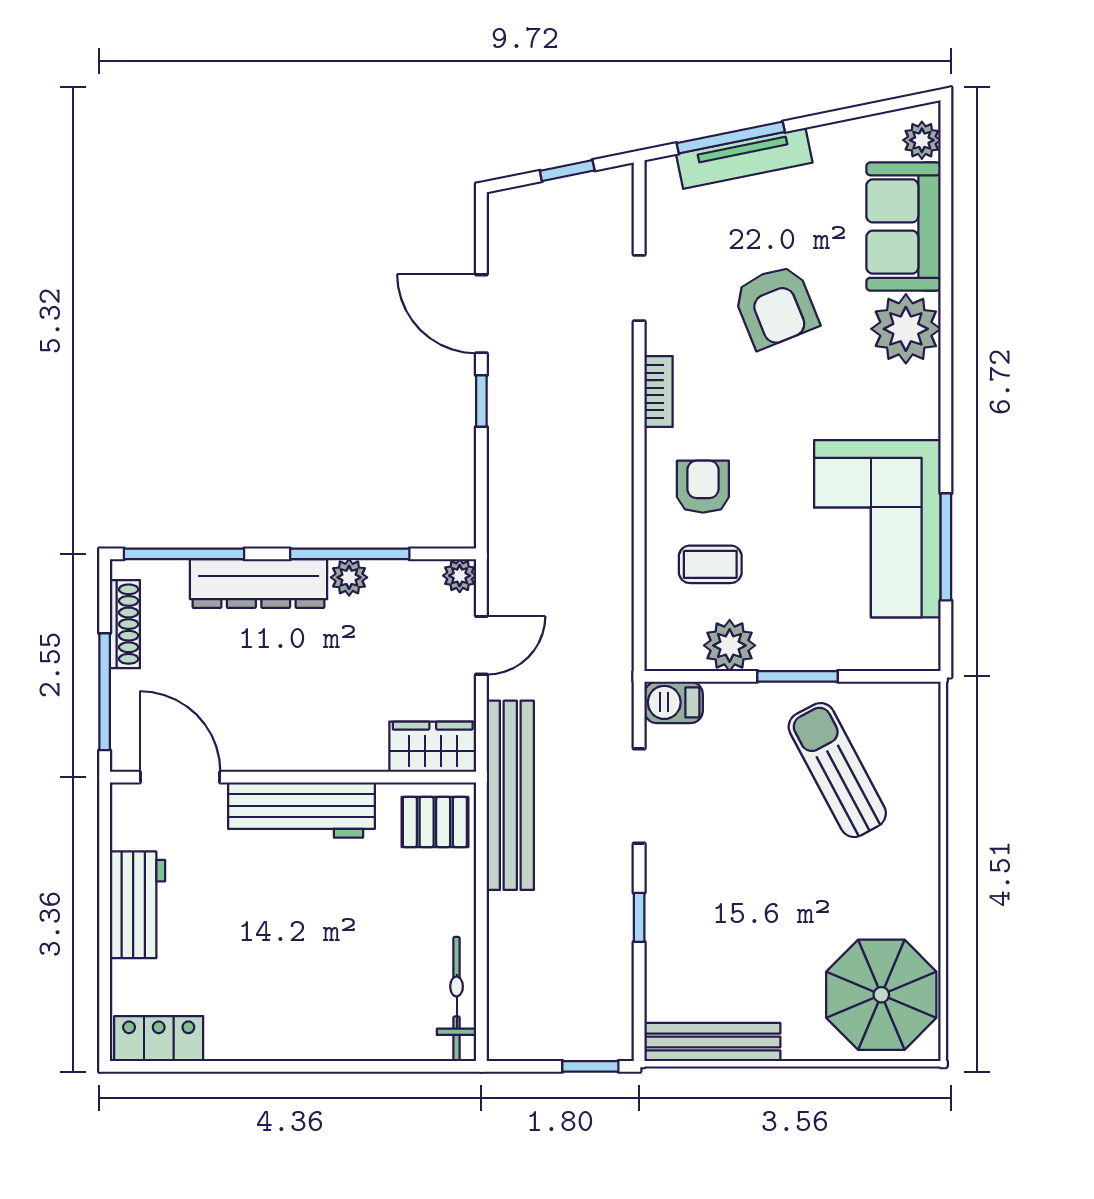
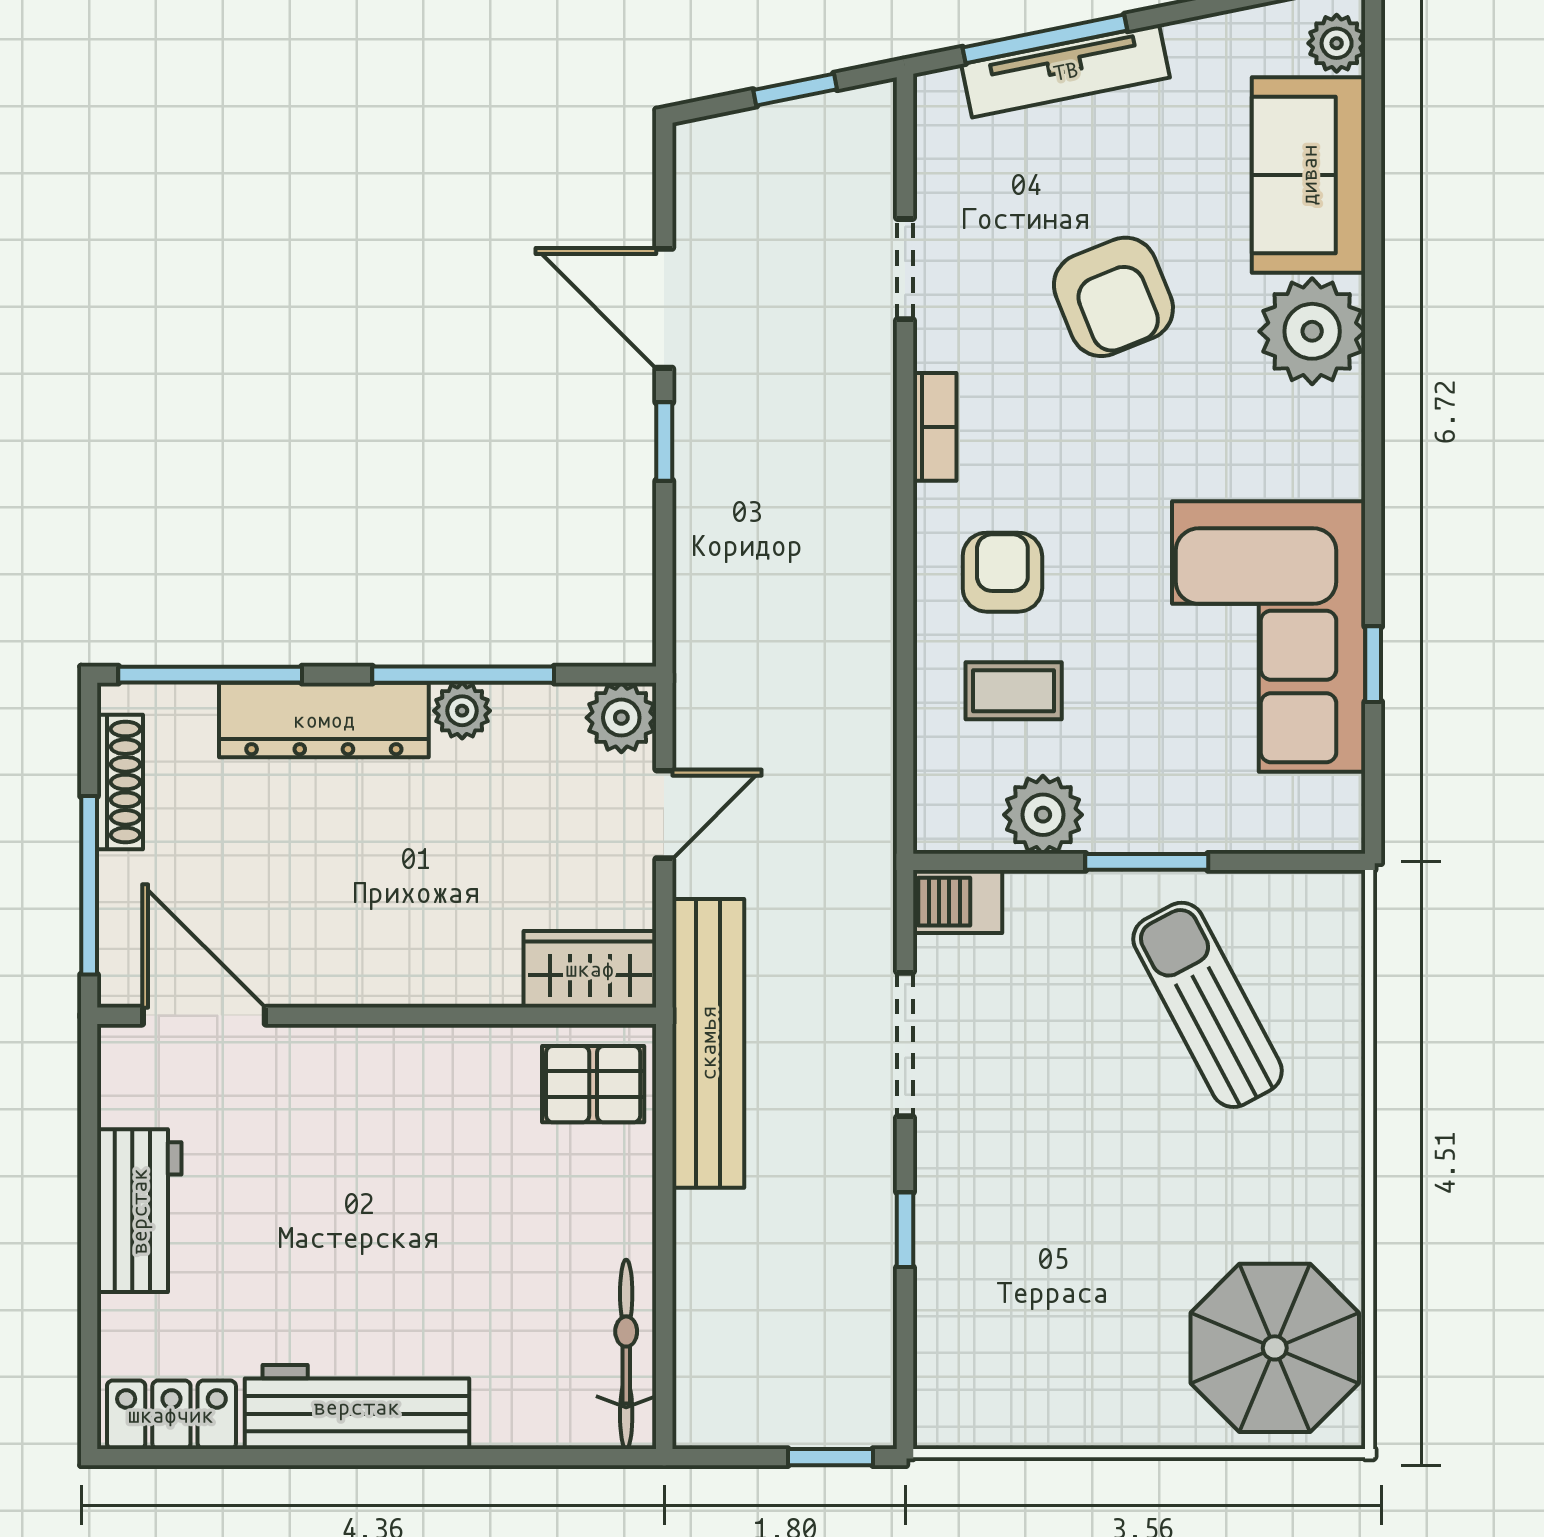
window: (946, 547) -> (1373, 664), width x0.46
plant: (460, 576) -> (621, 718), width x1.38, depth x1.38
workbench: (302, 810) -> (357, 1407), moved, turned 180
bench: (712, 1042) -> (1017, 1420), removed

